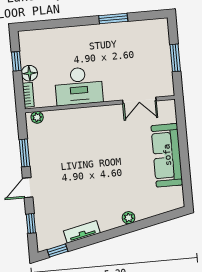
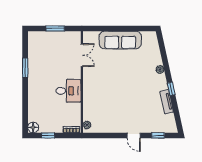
floor lamp: (29, 73) -> (33, 127), moved
desk: (79, 86) -> (68, 91), width x0.73
window: (25, 153) -> (110, 135), removed
window: (57, 251) -> (171, 89), moved

